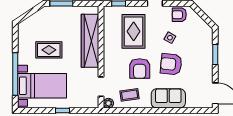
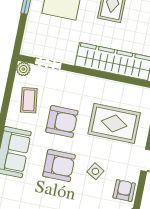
armchair: (171, 64) -> (59, 165), turned 84
armchair: (140, 69) -> (62, 121), turned 180

